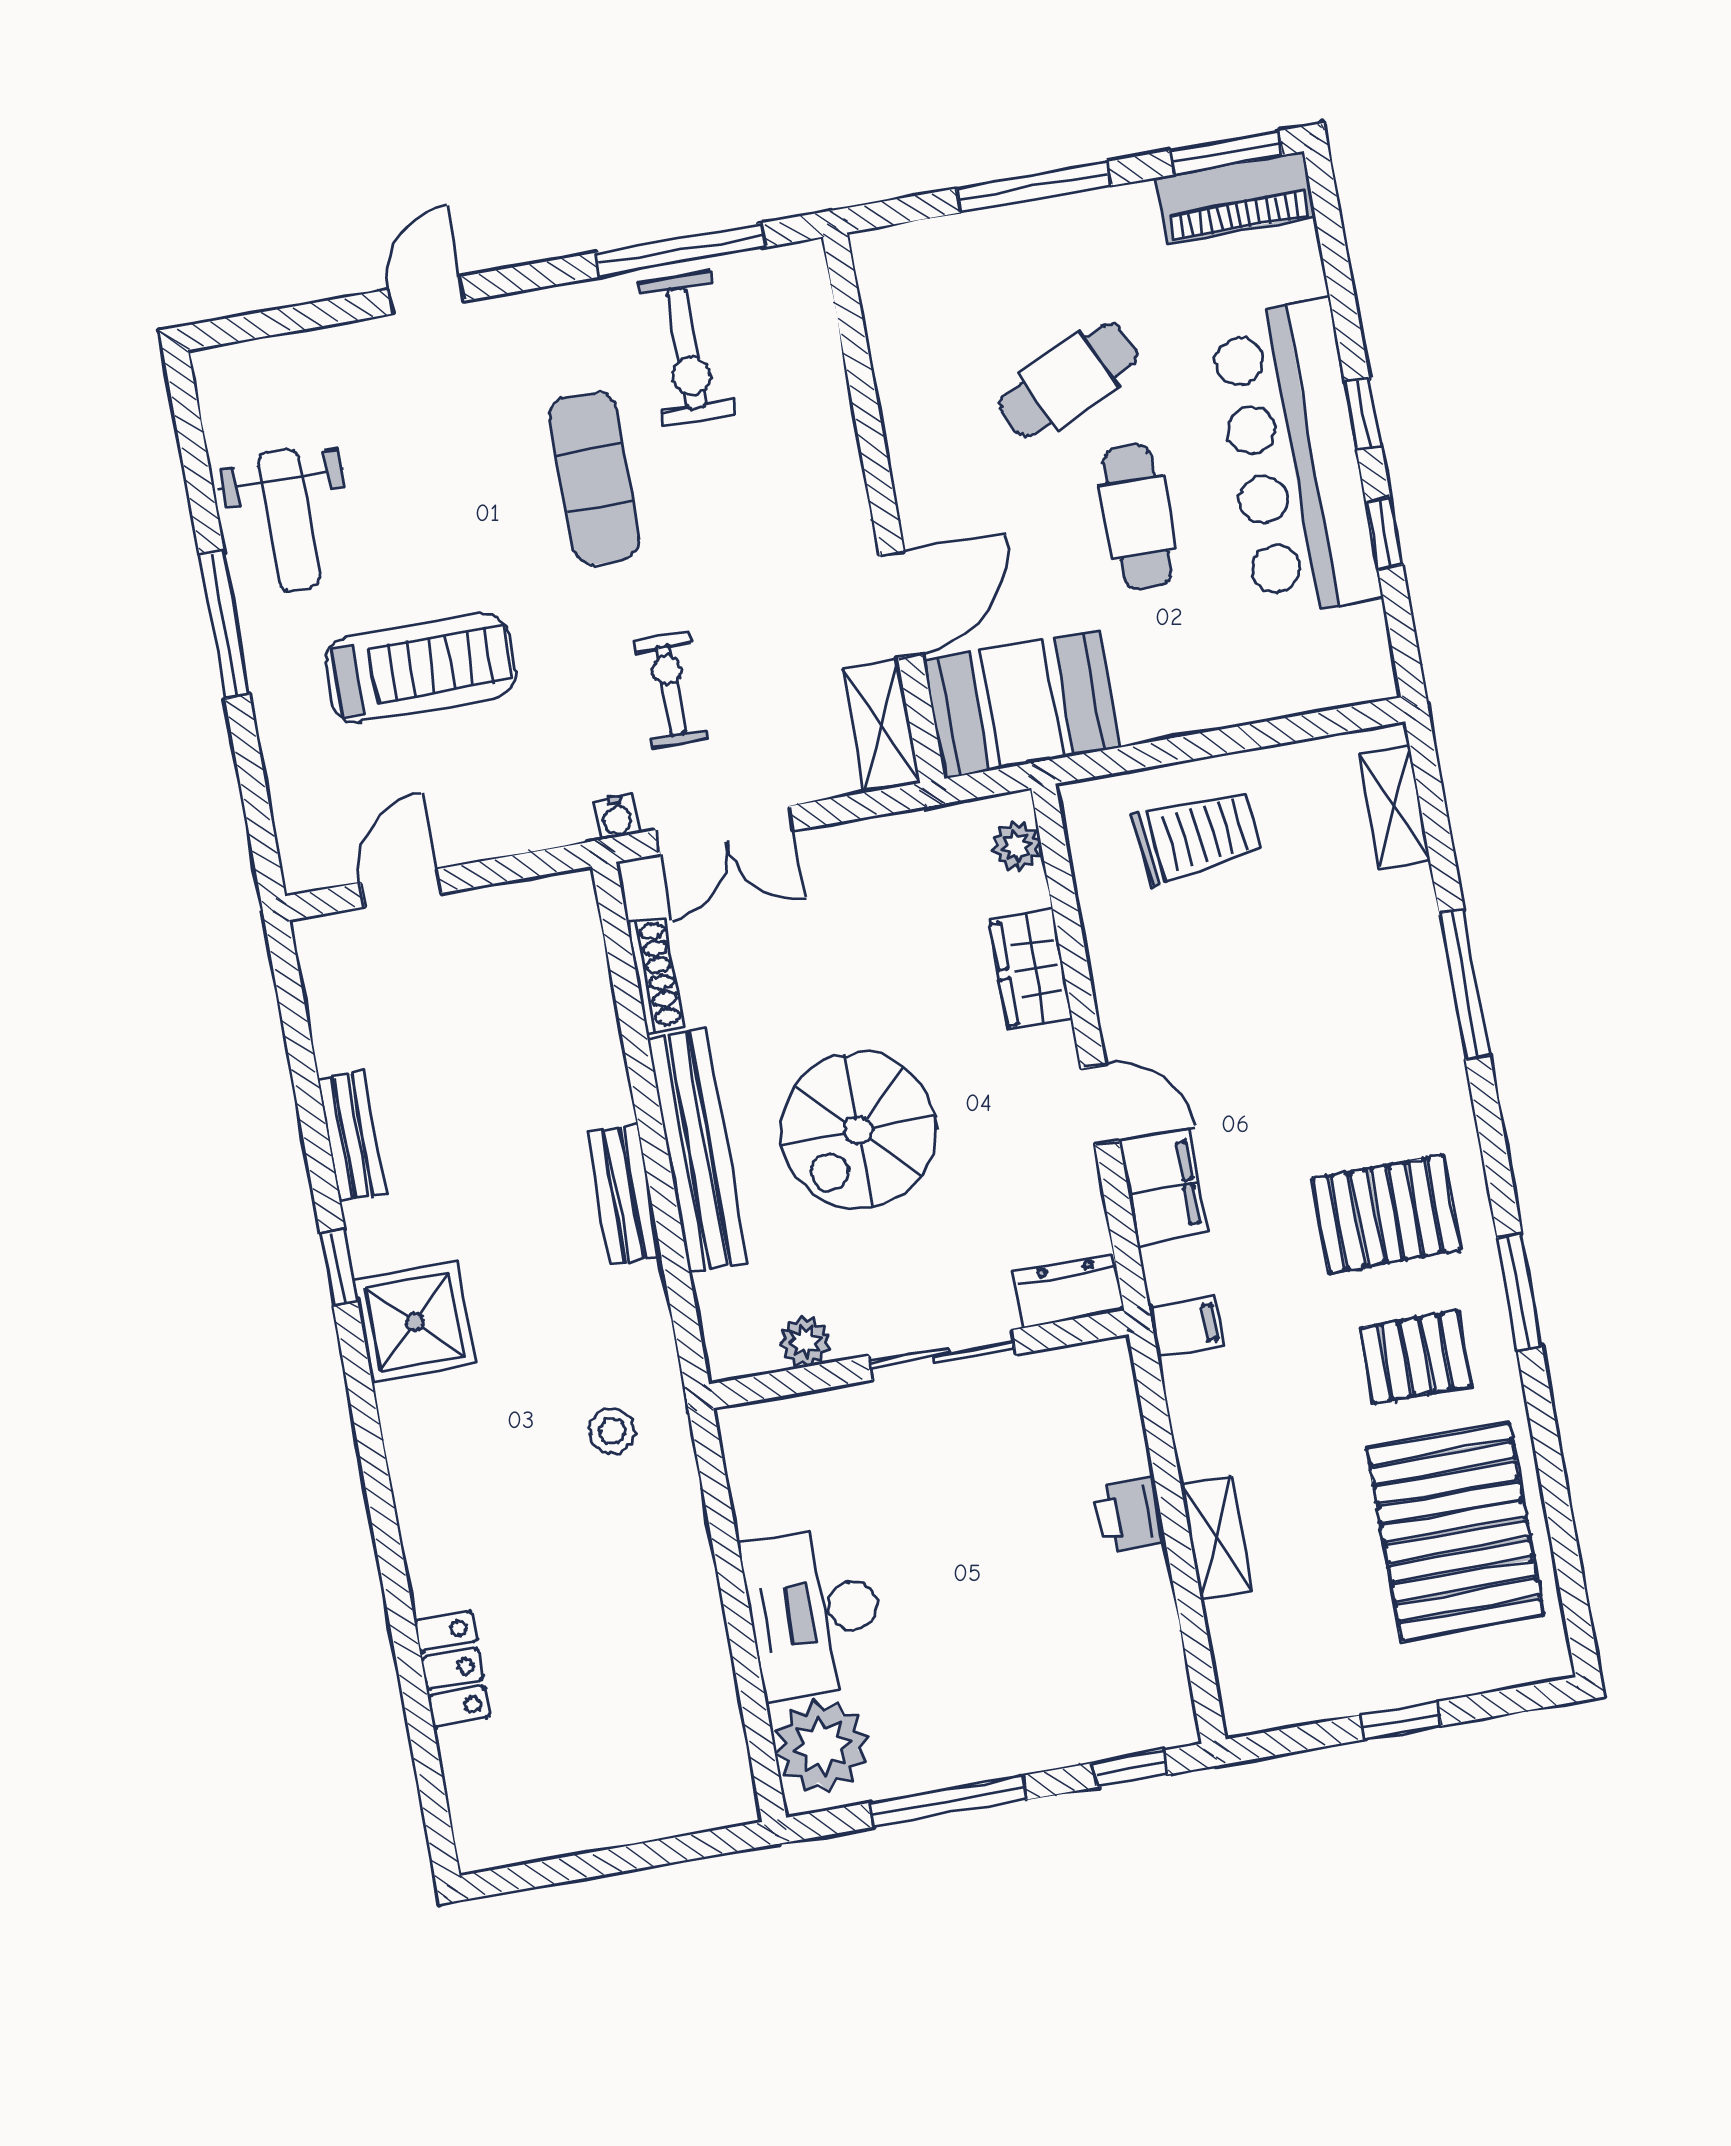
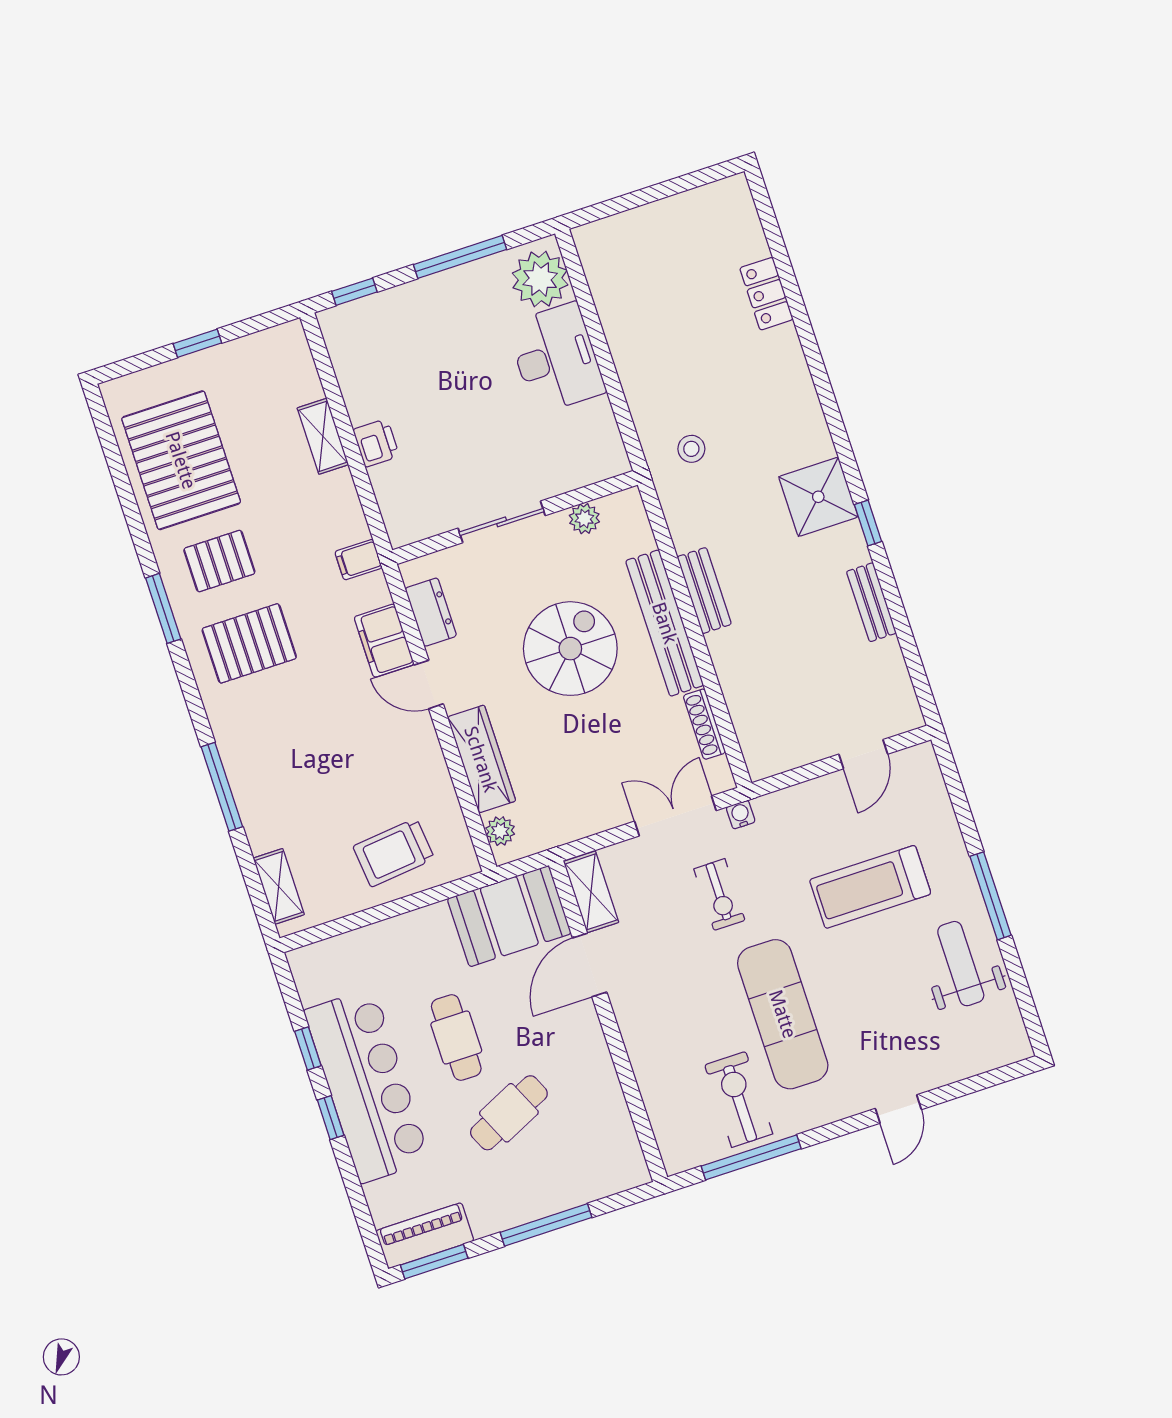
exercise mat: (594, 478) -> (783, 1014), width x1.36, depth x1.45
wardrobe: (1031, 969) -> (481, 759), width x1.50
dresser: (1069, 1291) -> (431, 612), moved, turned -90

